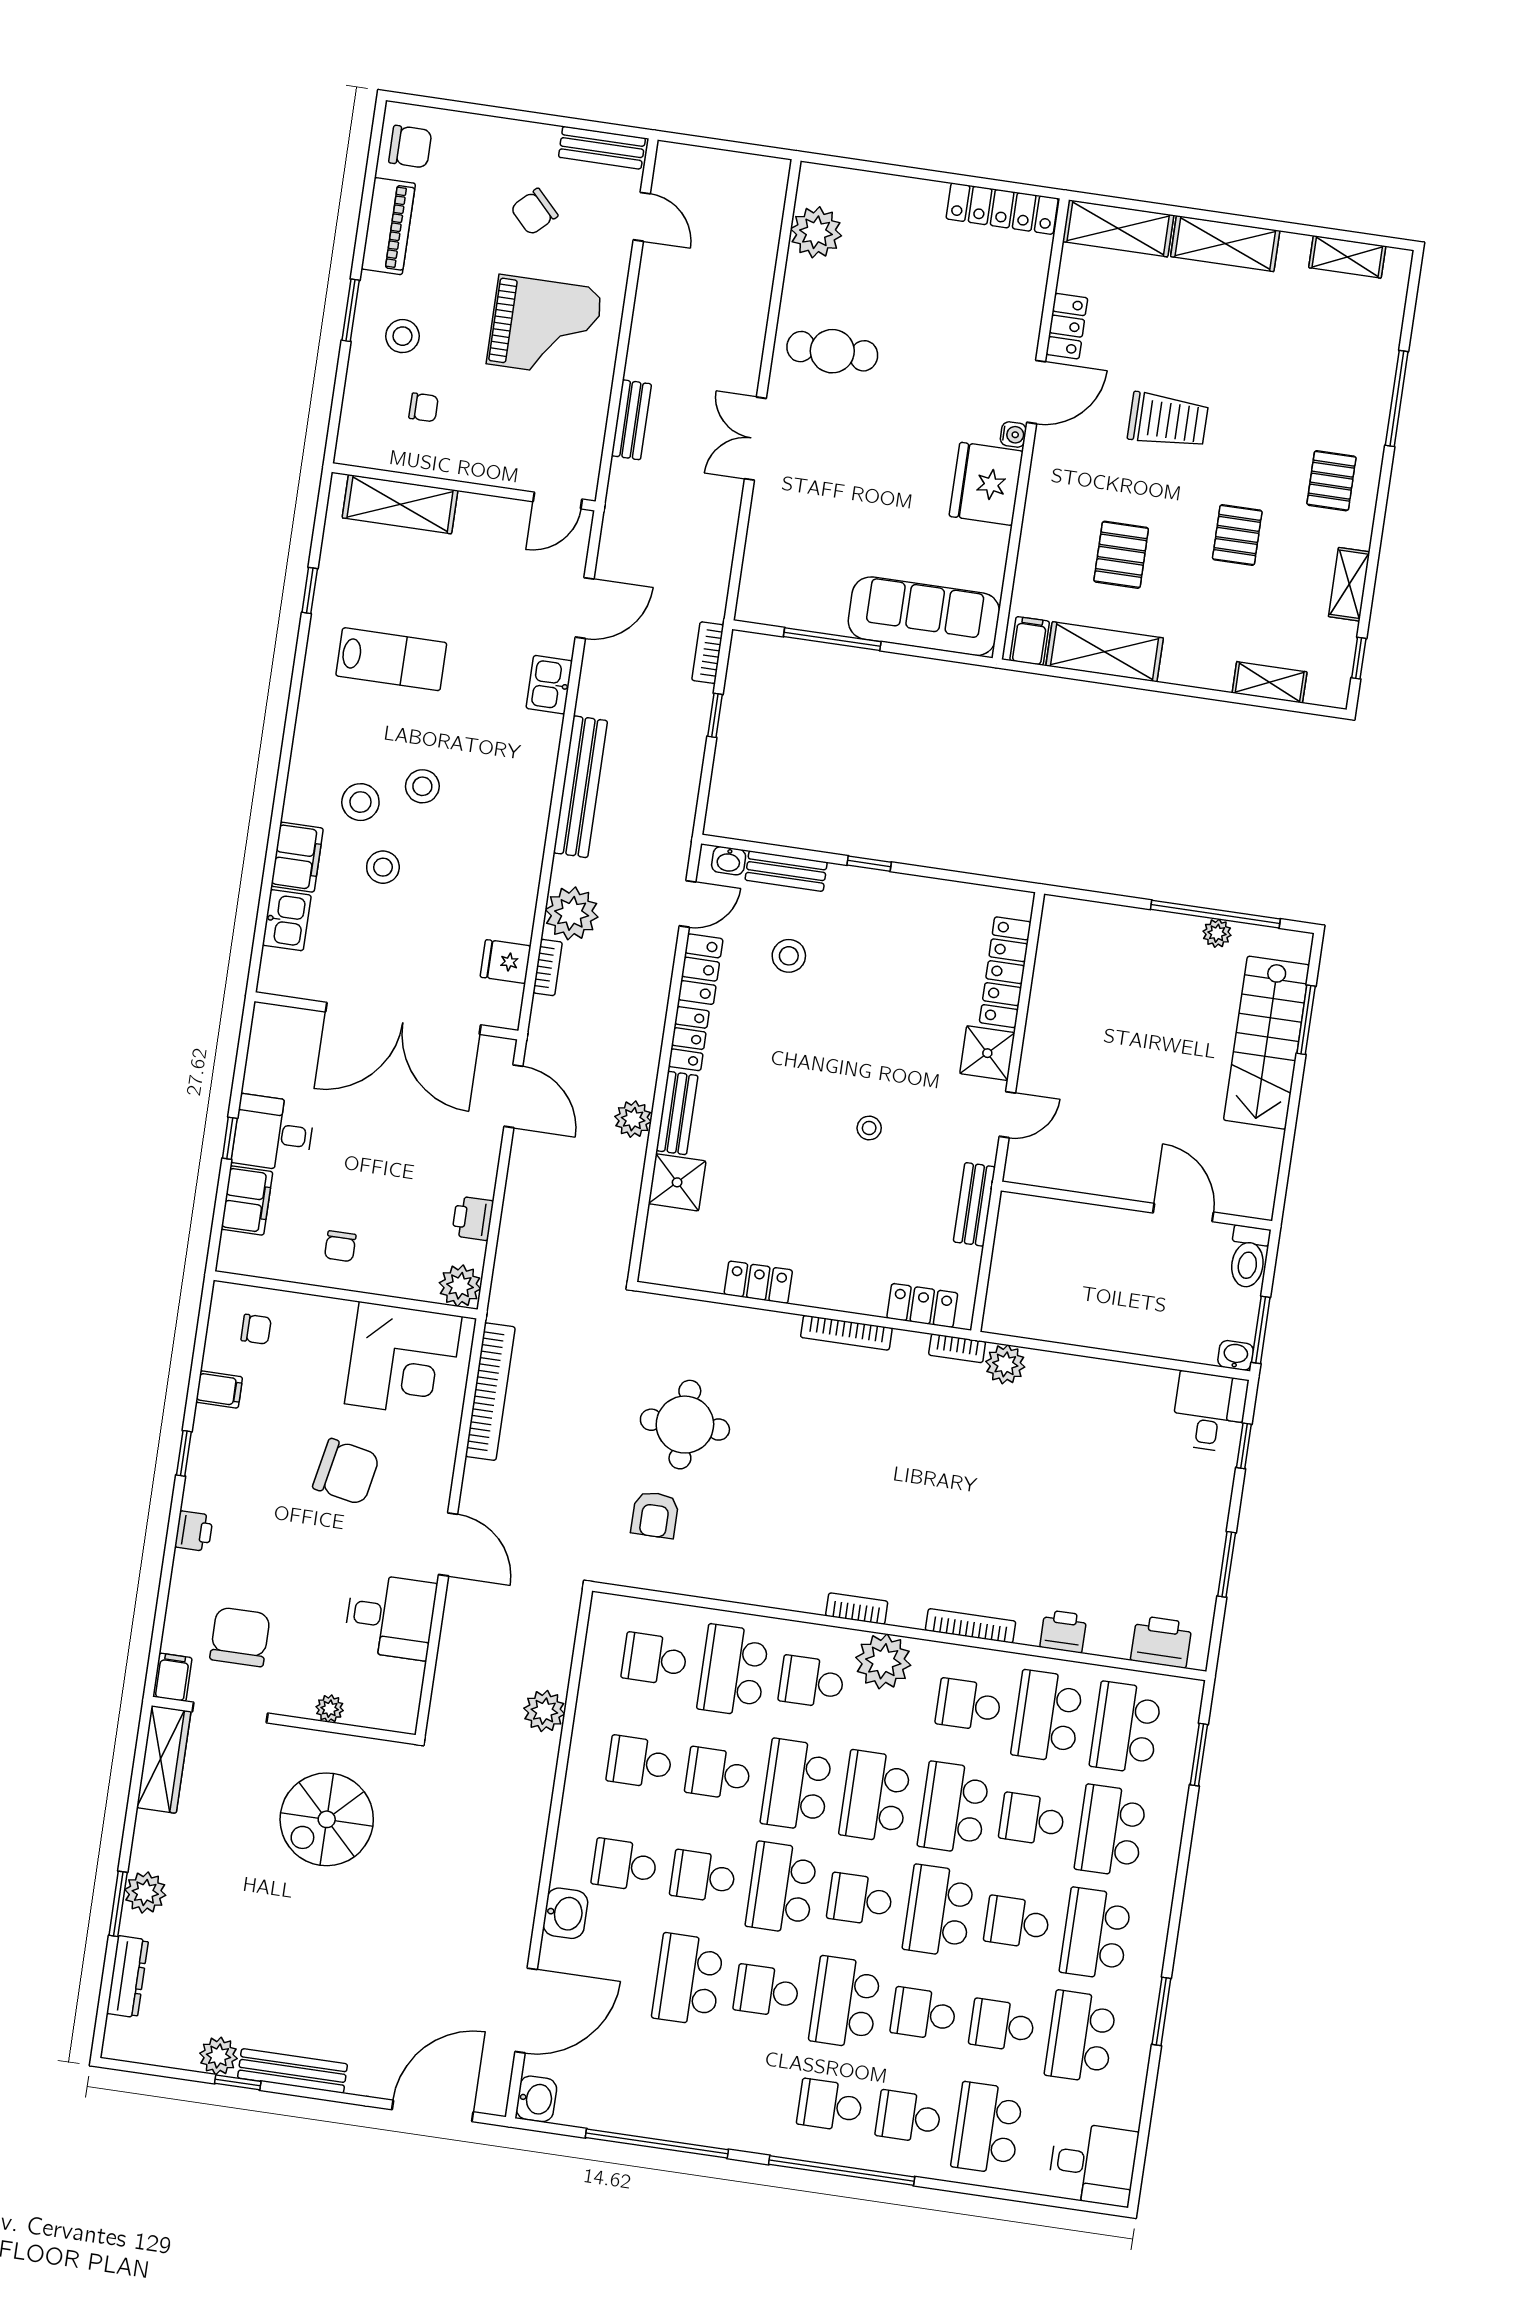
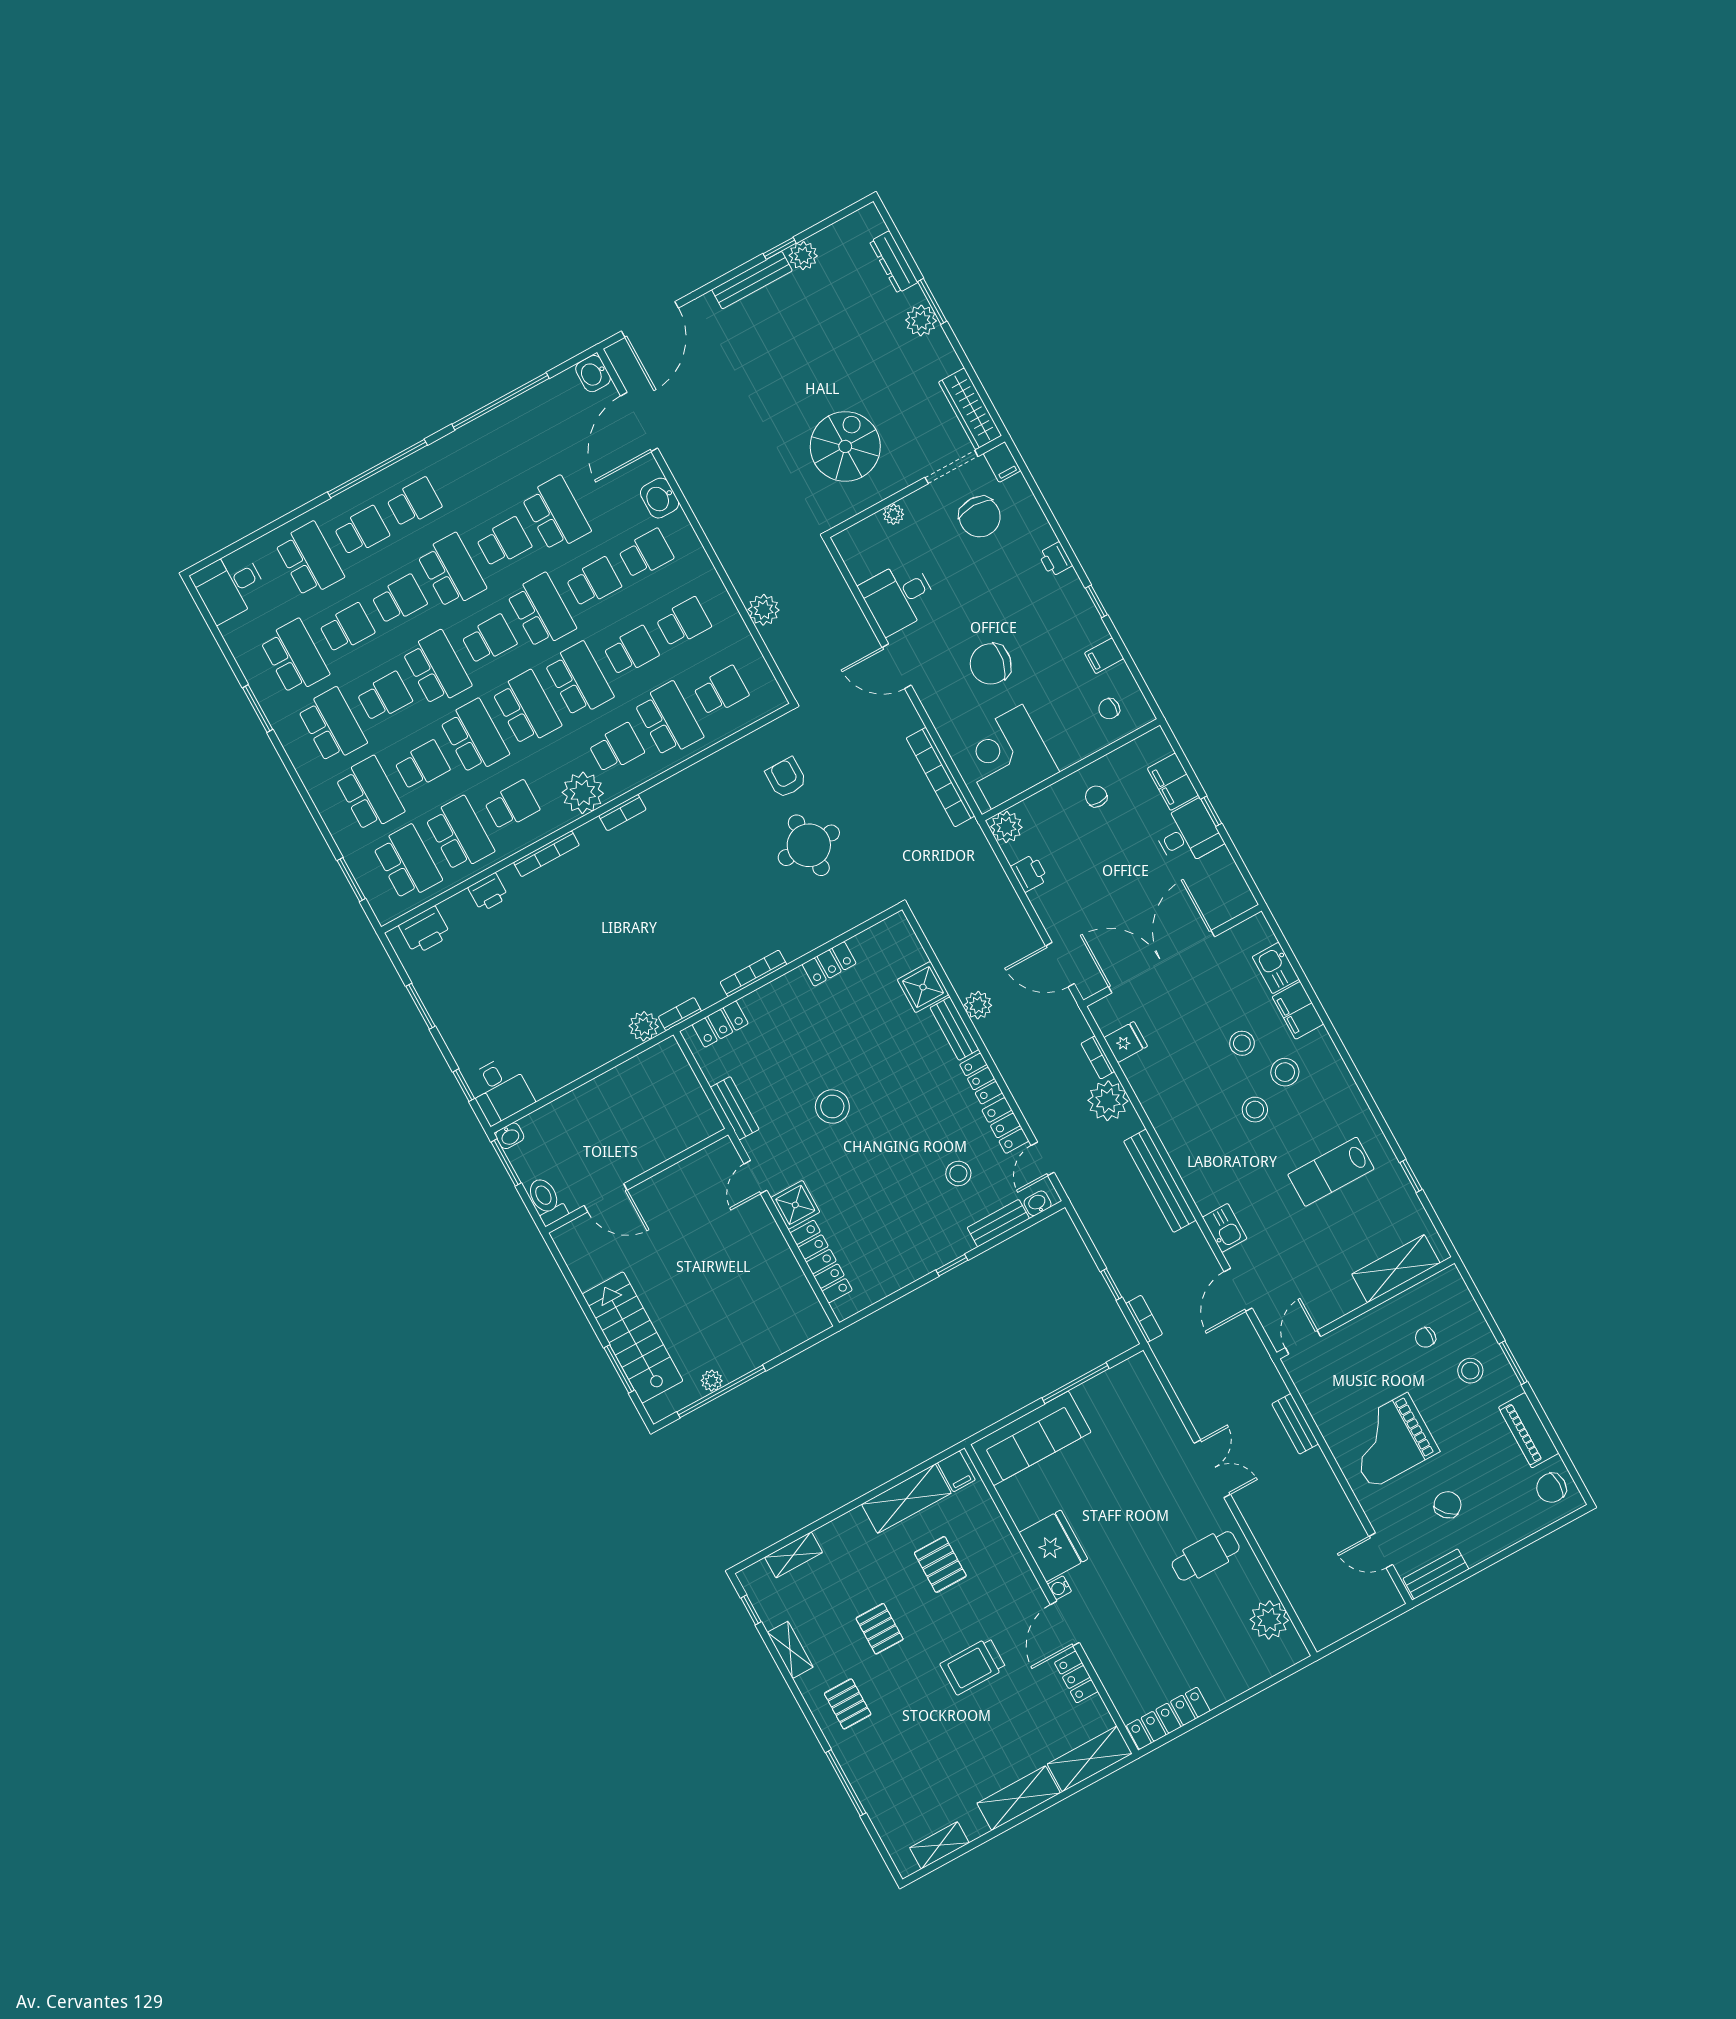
stool: (869, 1128) -> (832, 1107), width x1.89, depth x1.89

